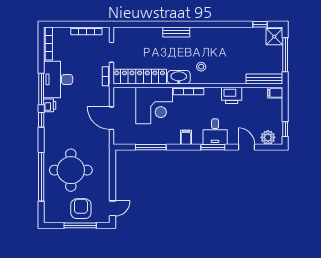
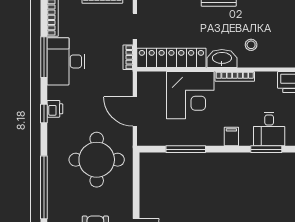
window: (41, 89) -> (44, 57), moved
printer: (50, 105) -> (55, 109), moved
round table: (71, 170) -> (97, 160), moved

